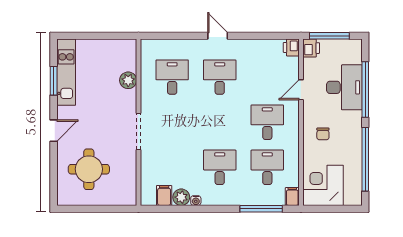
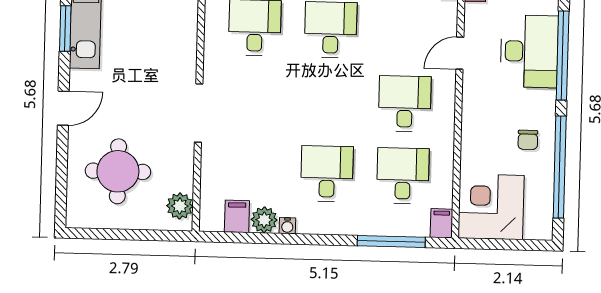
plant: (128, 80) -> (180, 206), moved
chair: (323, 134) -> (528, 140), moved

